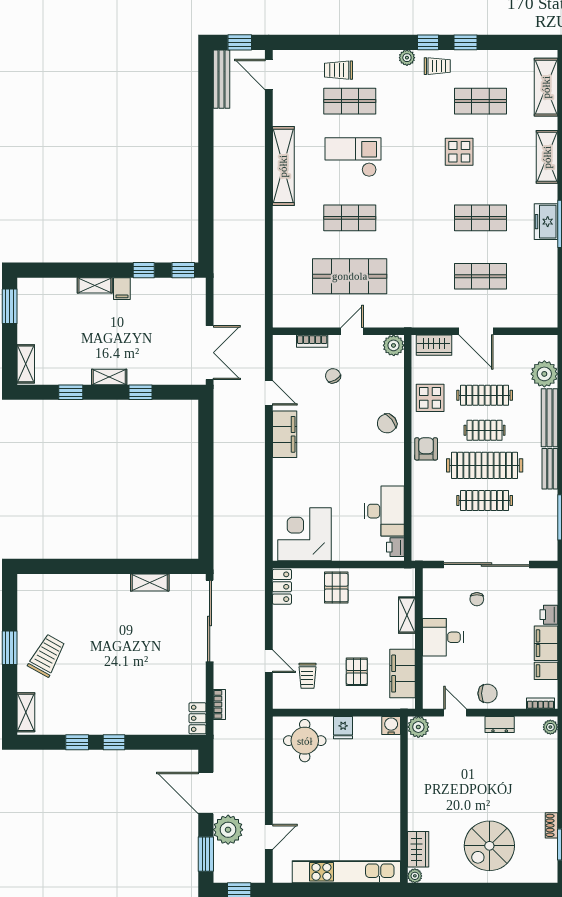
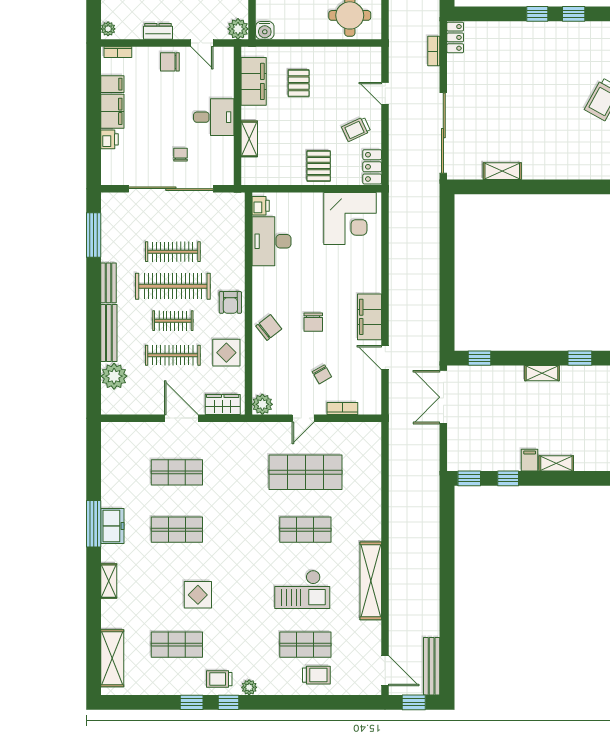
shelving: (547, 157) -> (109, 581), width x0.67, depth x0.75
window: (140, 392) -> (479, 358), moved
chair: (342, 429) -> (313, 322), added
trolley: (307, 676) -> (356, 129), moved, turned -115
fridge: (343, 728) -> (312, 28), removed

